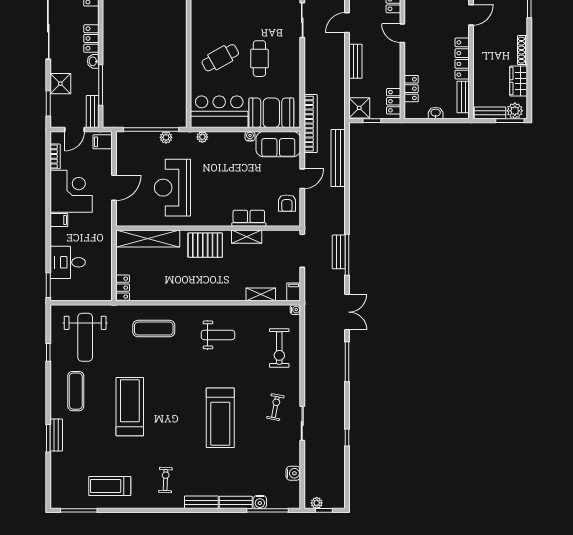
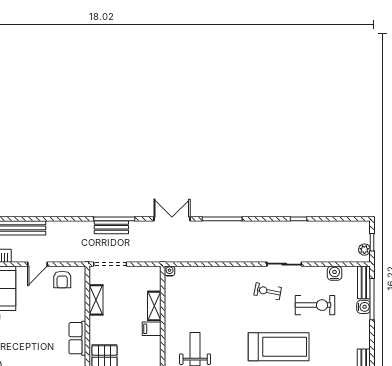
door: (302, 179) -> (37, 264), swing flipped
armchair: (287, 203) -> (62, 280), turned 90
row of seats: (249, 218) -> (77, 338), moved
shelving: (247, 237) -> (96, 300), moved
filing cabinet: (294, 292) -> (152, 329), moved
exercise bike: (279, 348) -> (315, 305), moved
bench: (236, 502) -> (364, 282), moved

